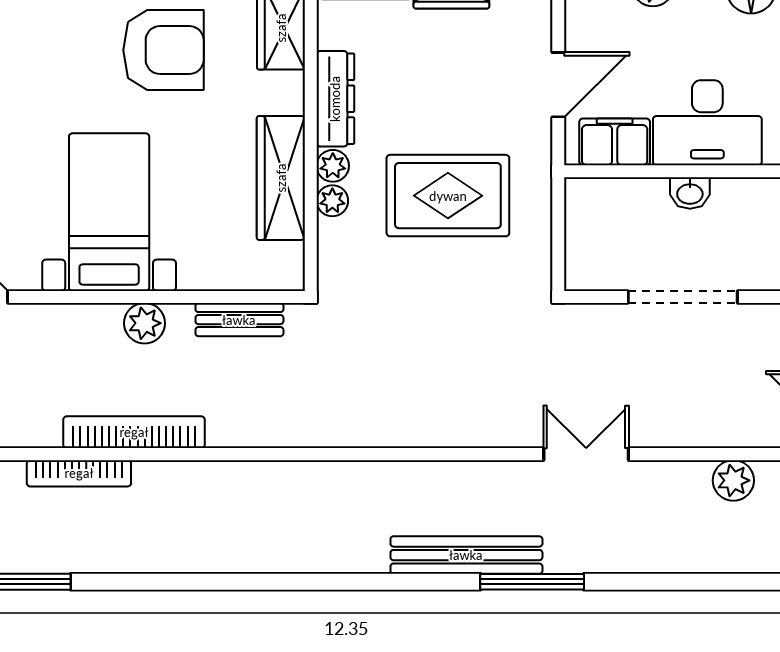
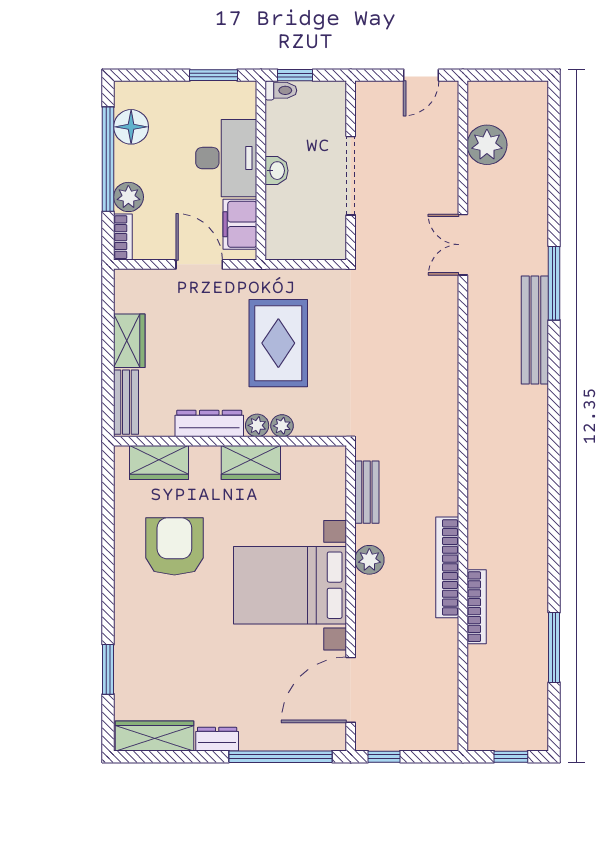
wardrobe: (281, 178) -> (251, 462), width x0.67
bed with nightstands: (109, 212) -> (290, 585), width x1.36
plant: (733, 480) -> (487, 145), width x1.36, depth x1.36

